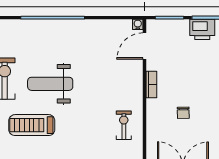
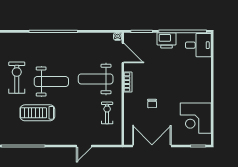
door: (144, 46) -> (123, 53), swing flipped
weight bench: (109, 80) -> (96, 79), added
weight bench: (50, 84) -> (51, 82), turned 180

